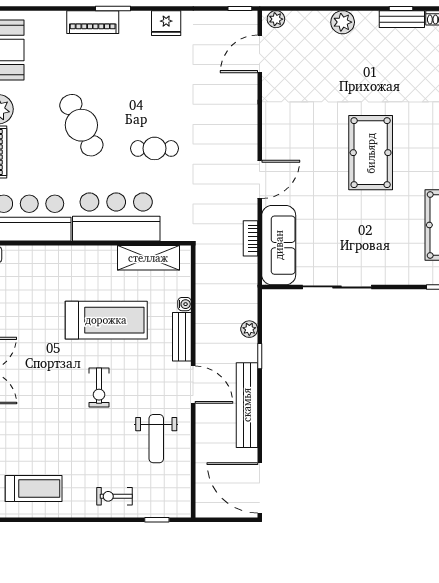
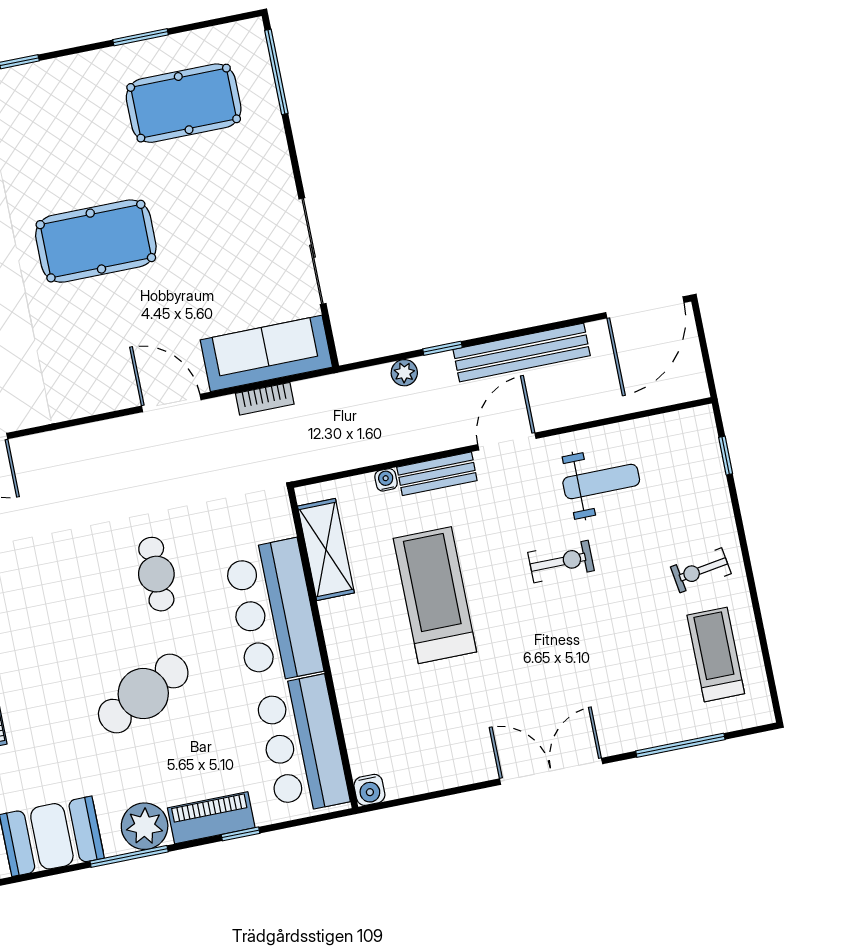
exercise bike: (99, 388) -> (561, 562), moved
exercise bike: (115, 496) -> (701, 570), moved, turned 81

